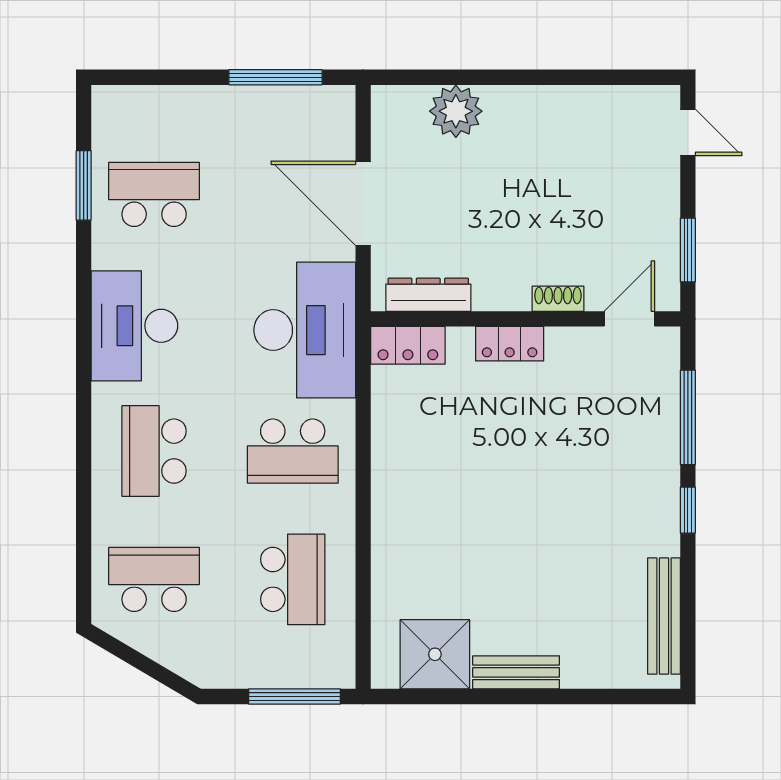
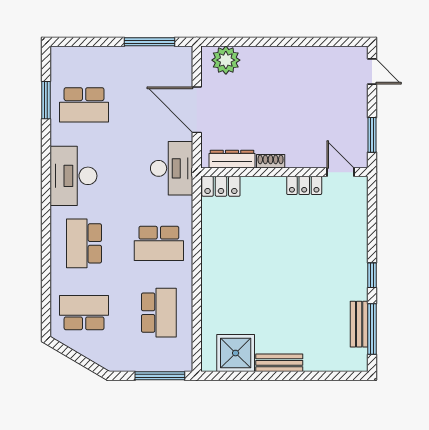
plant: (456, 111) -> (226, 60), moved
school desk: (154, 194) -> (84, 105), turned 180
shoe rack: (558, 299) -> (271, 161), moved
door: (629, 319) -> (340, 172), hinge flipped
desk: (305, 330) -> (172, 168), width x0.73, depth x0.77
locker: (510, 344) -> (304, 185), moved
window: (688, 417) -> (372, 329), moved
bench: (664, 616) -> (359, 324), width x0.73

